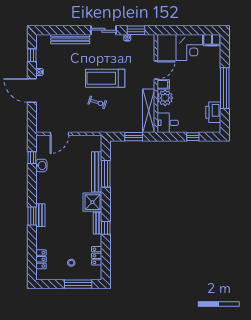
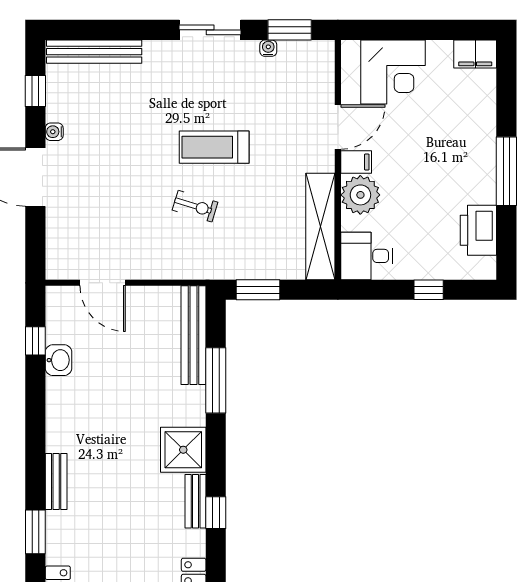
bench: (70, 39) -> (94, 52), moved
corner desk: (189, 47) -> (393, 72), moved
treadmill: (105, 78) -> (214, 147), width x0.73, depth x0.73
window: (225, 88) -> (506, 171), width x0.68
door: (59, 134) -> (103, 283), hinge flipped
window: (134, 137) -> (258, 290), moved
bench: (97, 172) -> (194, 335), moved
window: (32, 216) -> (35, 532), moved

